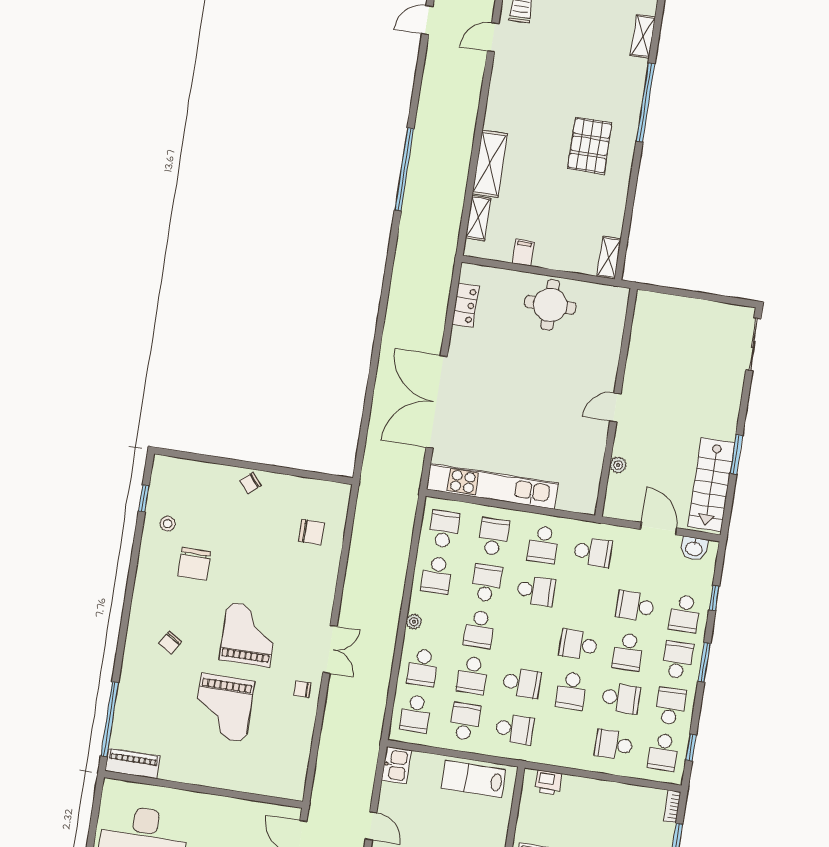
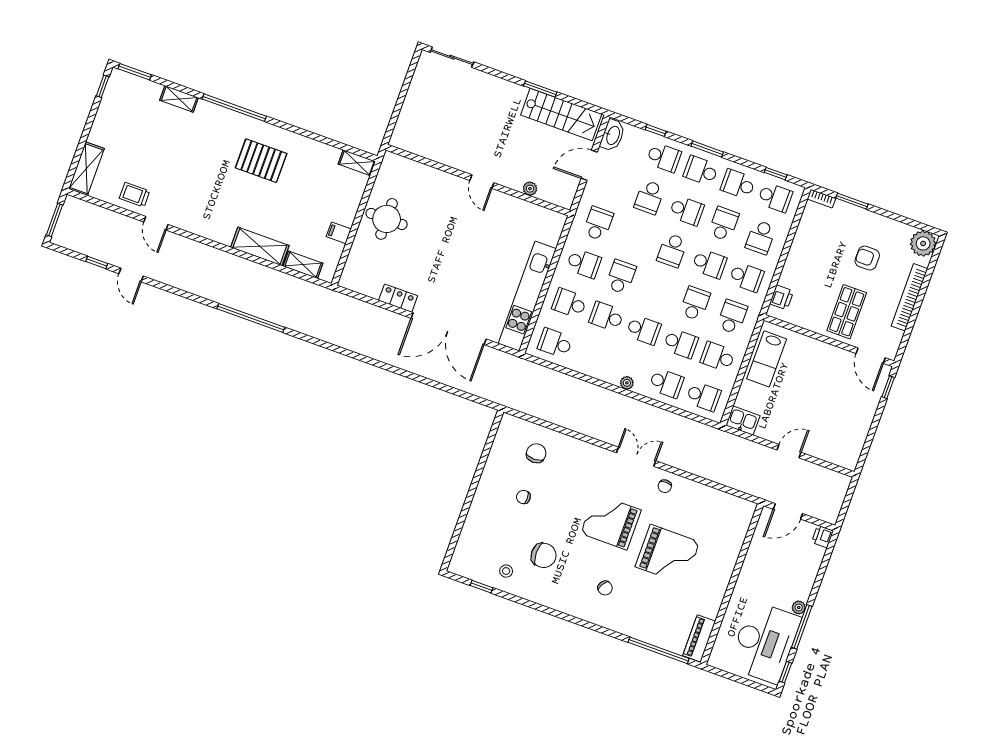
locker: (466, 305) -> (398, 298), moved
chair: (250, 483) -> (523, 497), moved, turned 130
washbasin: (694, 548) -> (613, 135), width x1.38
school desk: (437, 575) -> (746, 277), moved

